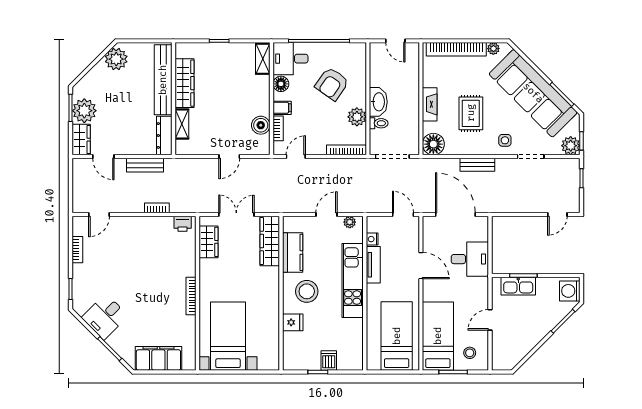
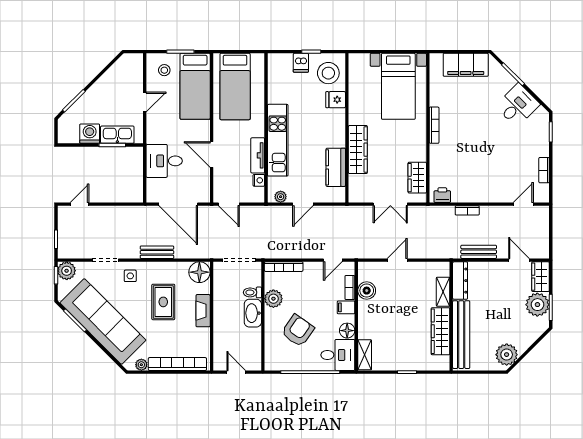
wardrobe: (270, 241) -> (358, 150), moved
stool: (307, 291) -> (328, 73), moved
washing machine: (570, 291) -> (90, 134), moved, turned -90

